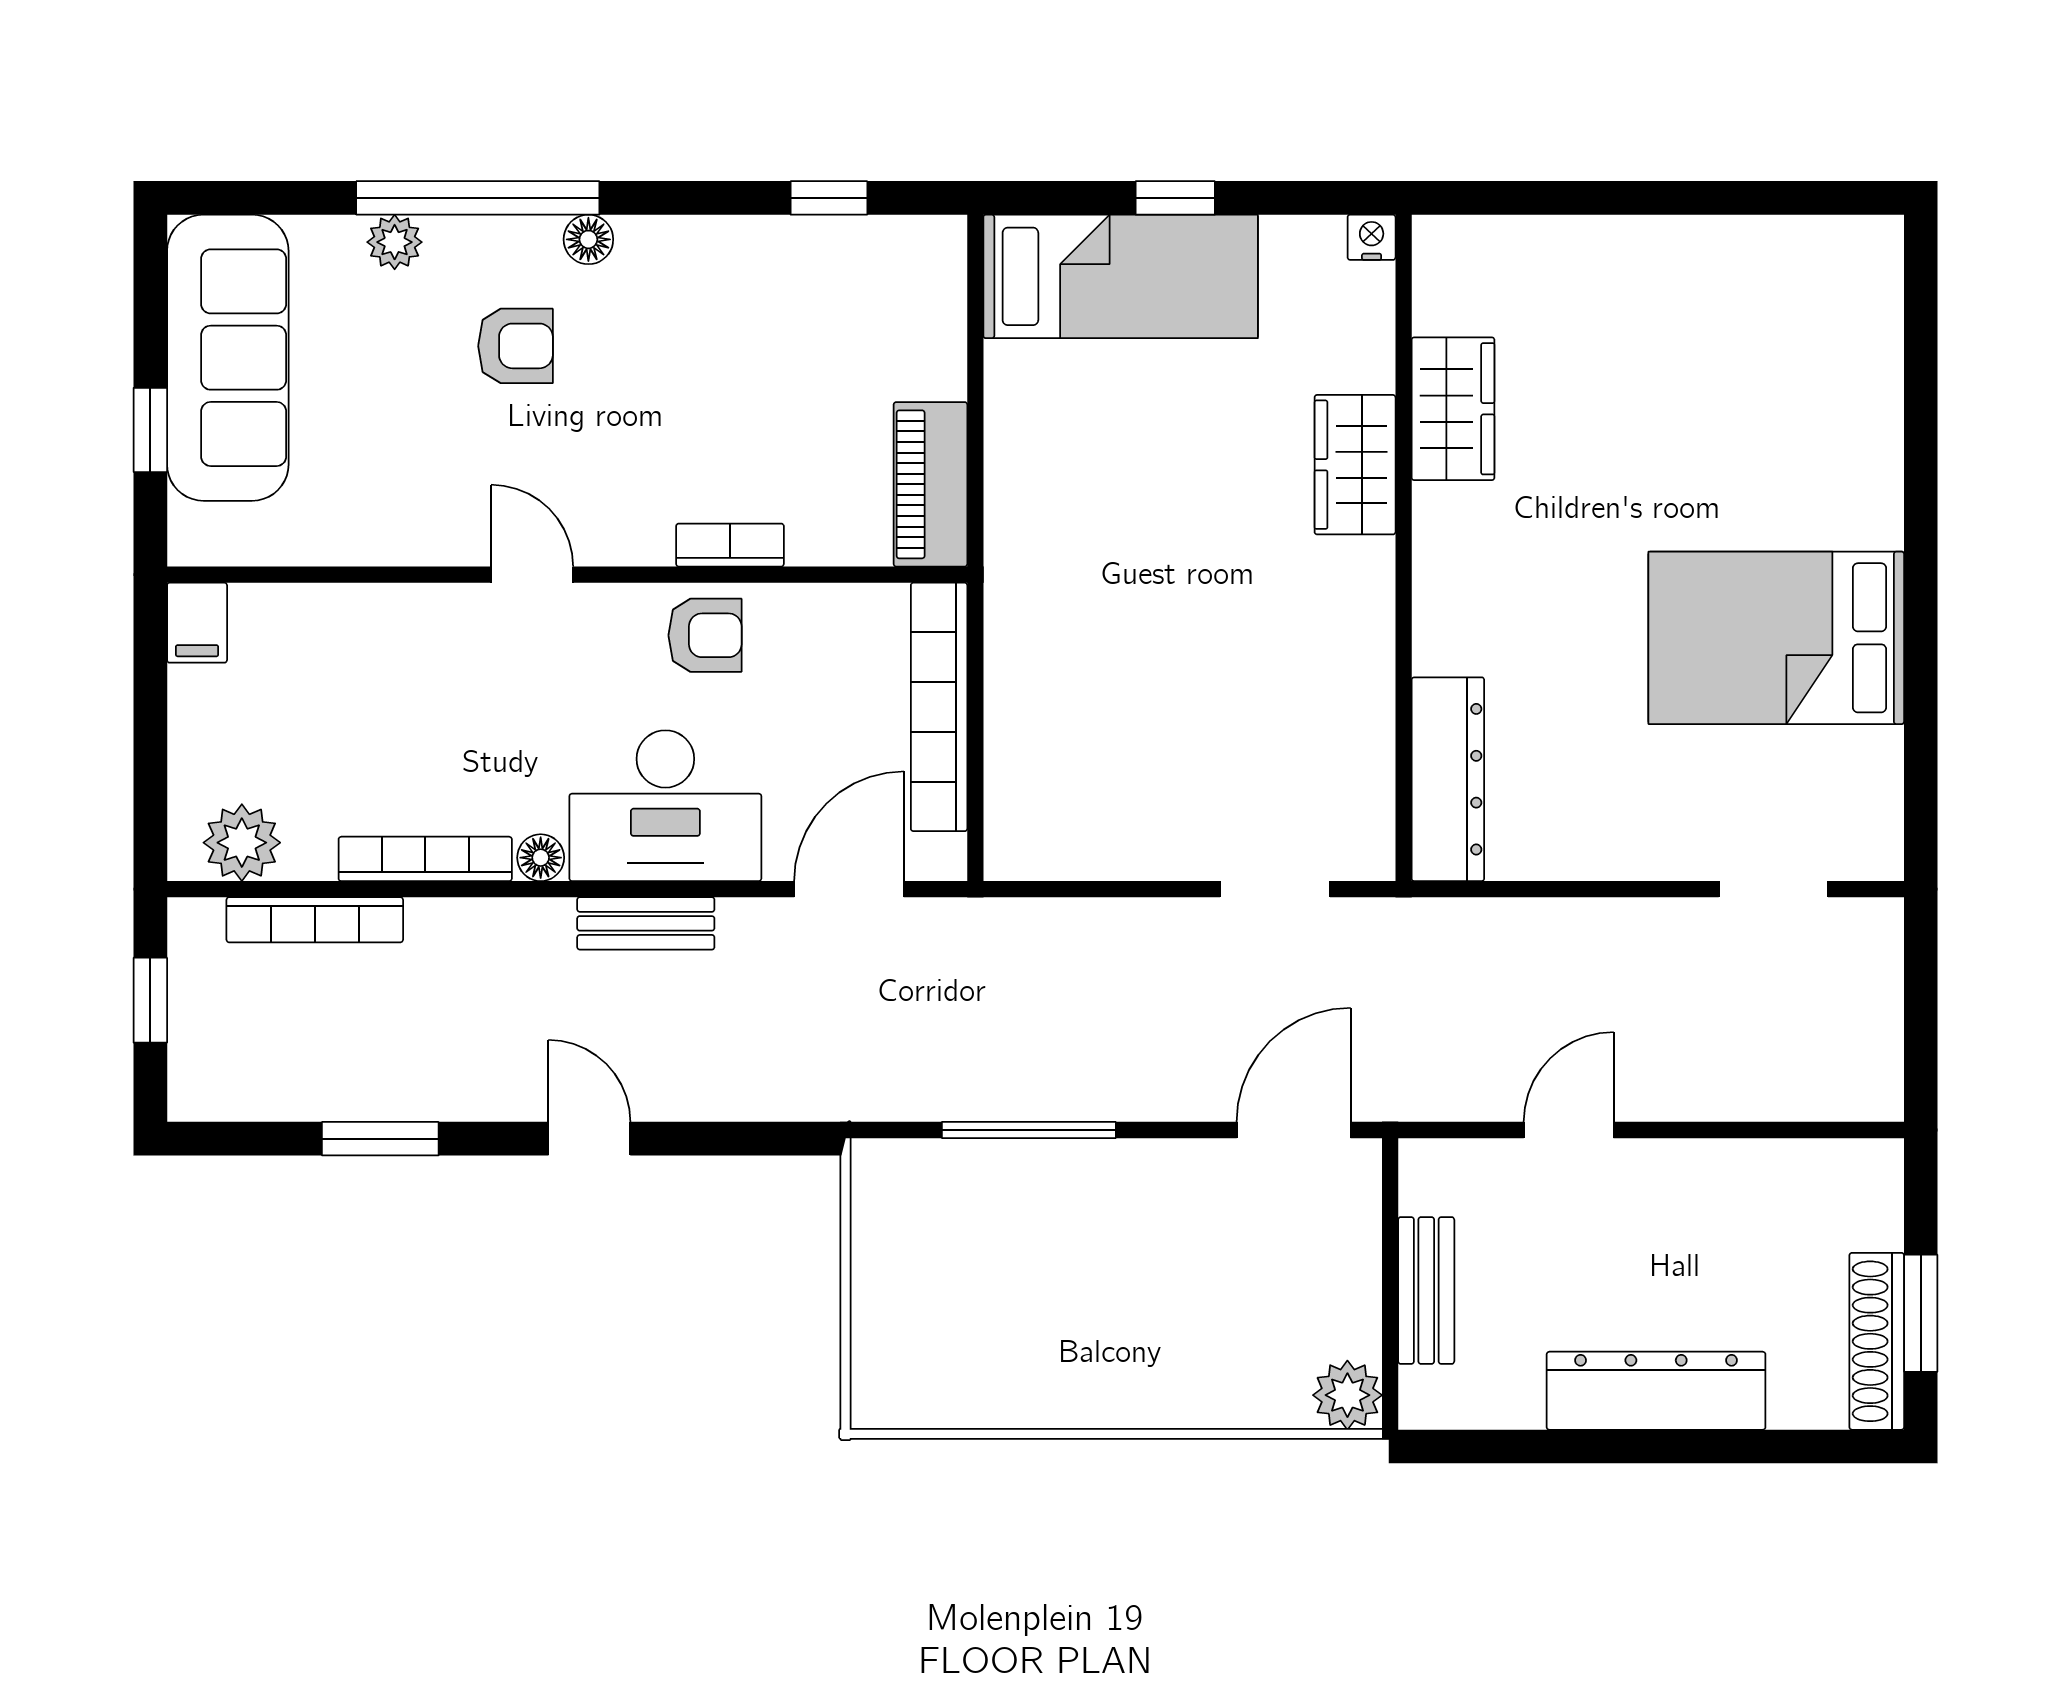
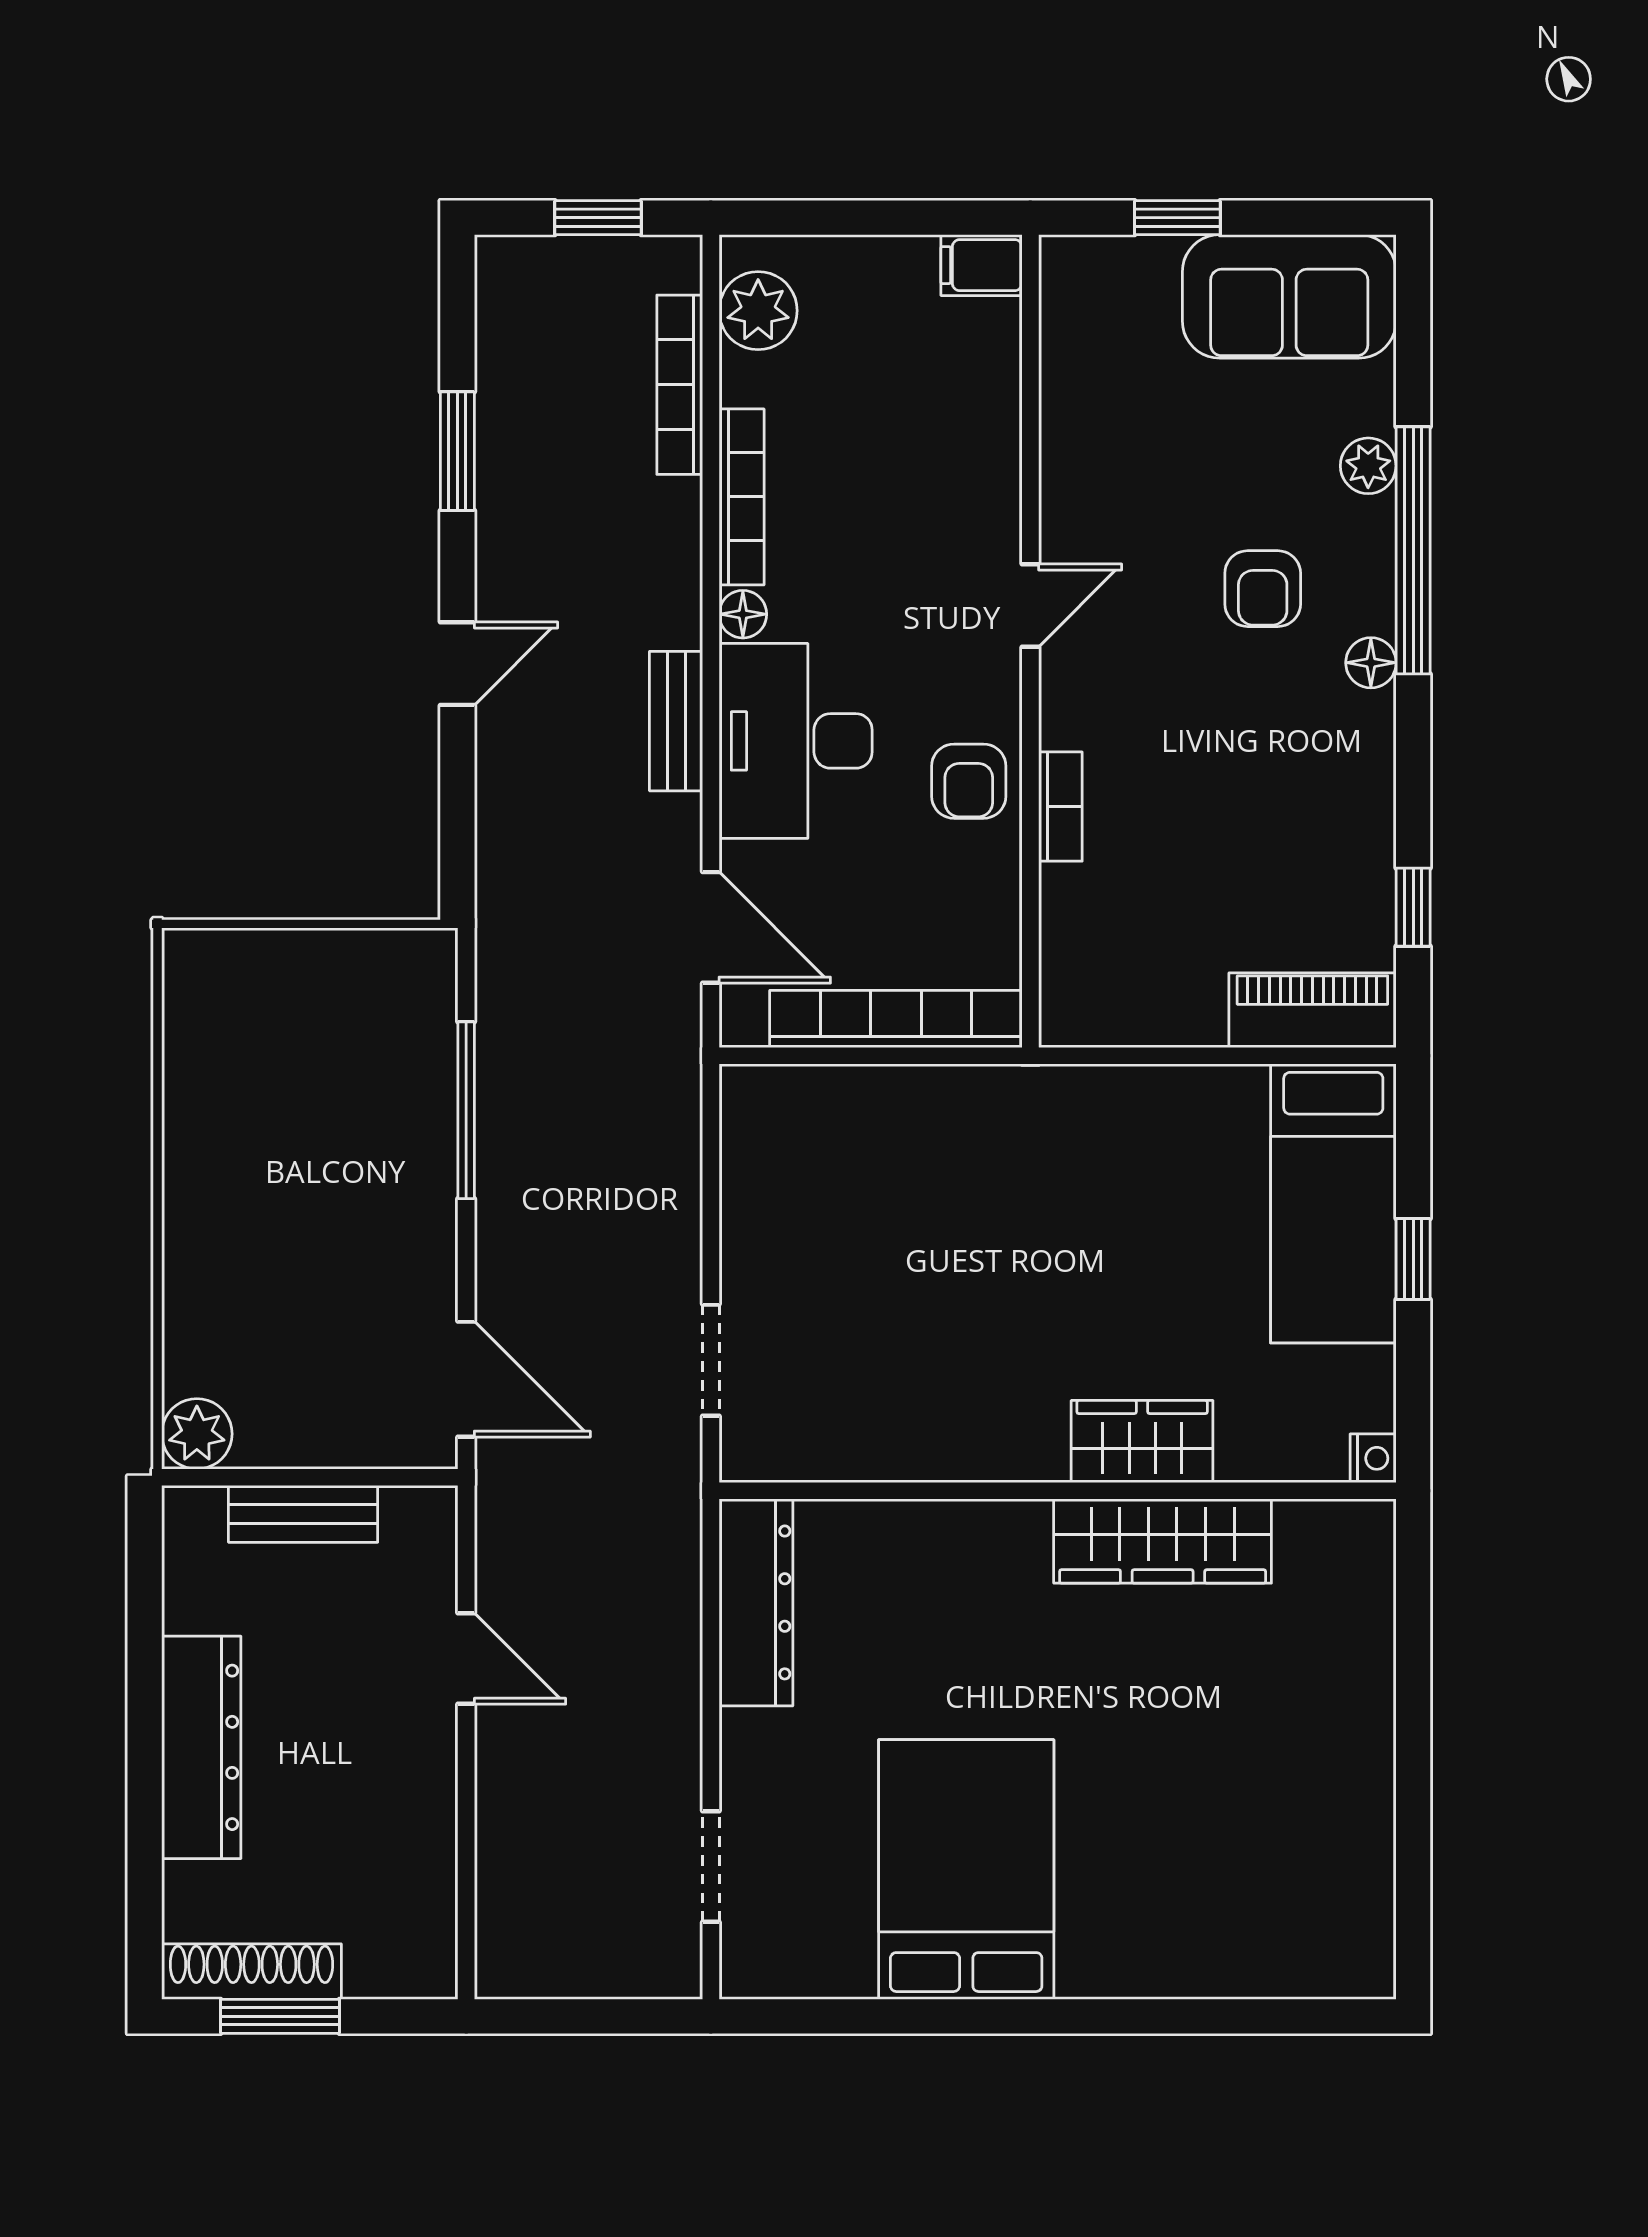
sofa: (228, 358) -> (1289, 296), width x0.73
wardrobe: (1453, 409) -> (1163, 1541), width x1.50
piano: (930, 484) -> (1312, 1010), moved
dresser: (1448, 779) -> (756, 1602), moved, turned -90

